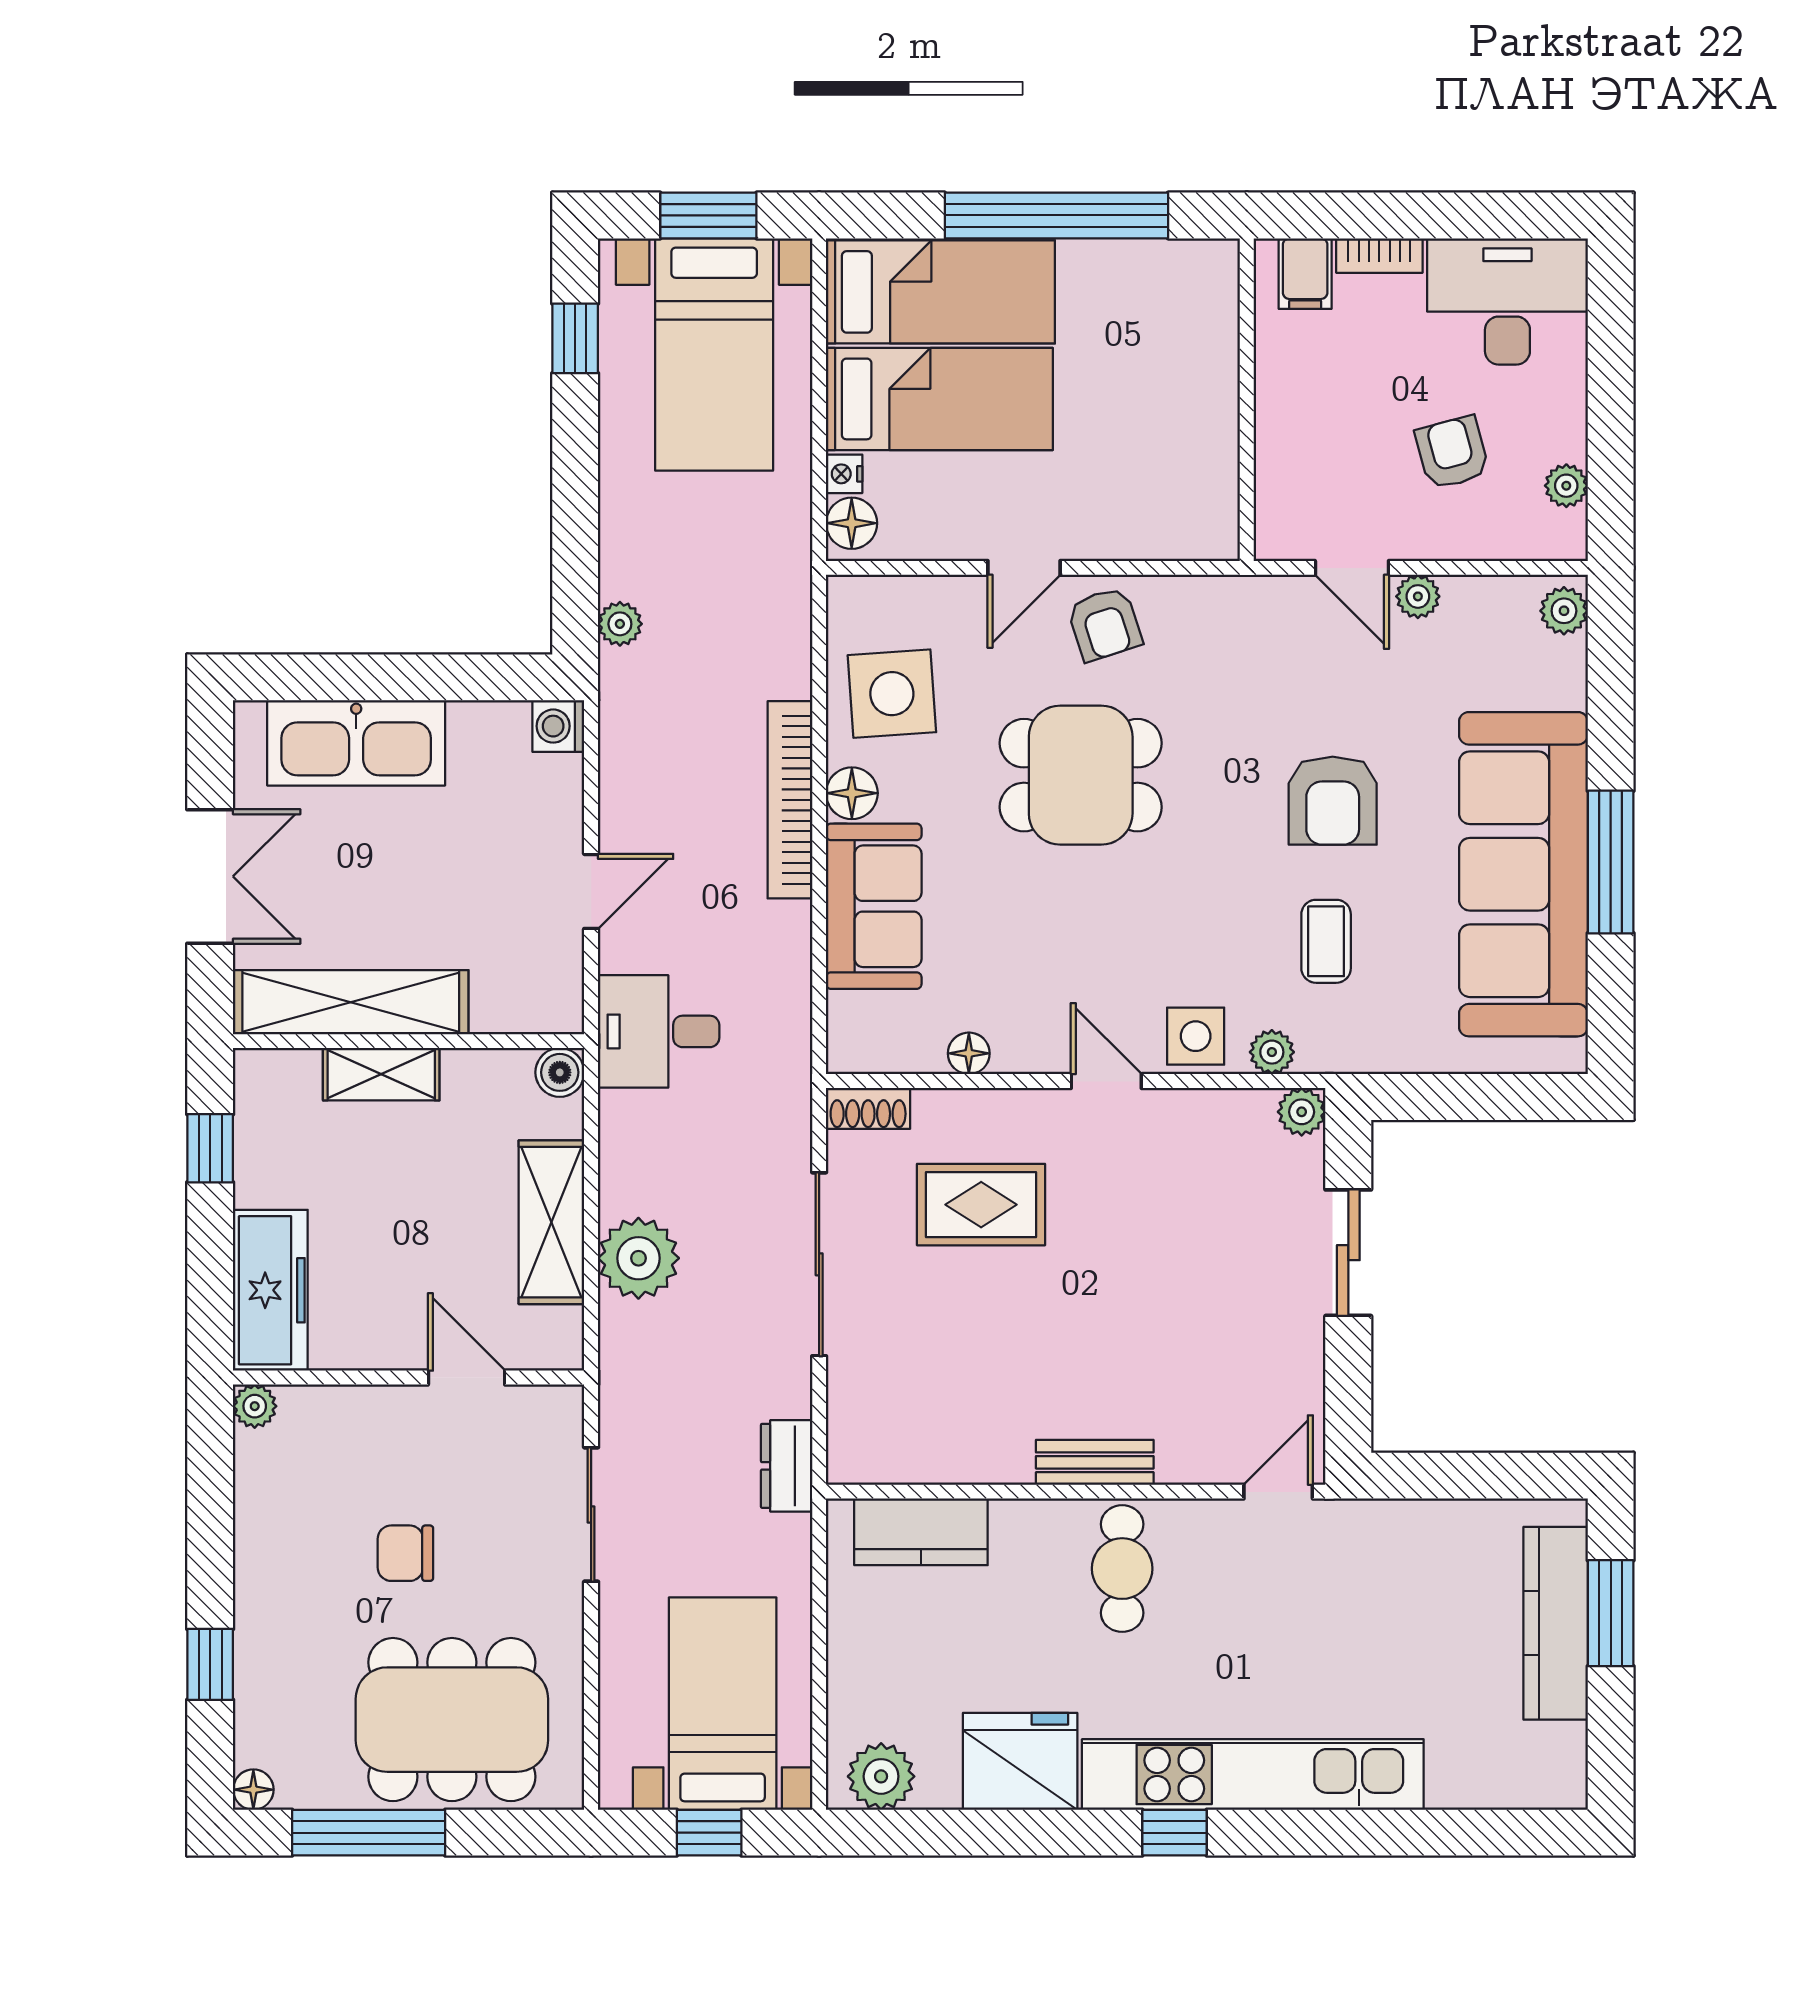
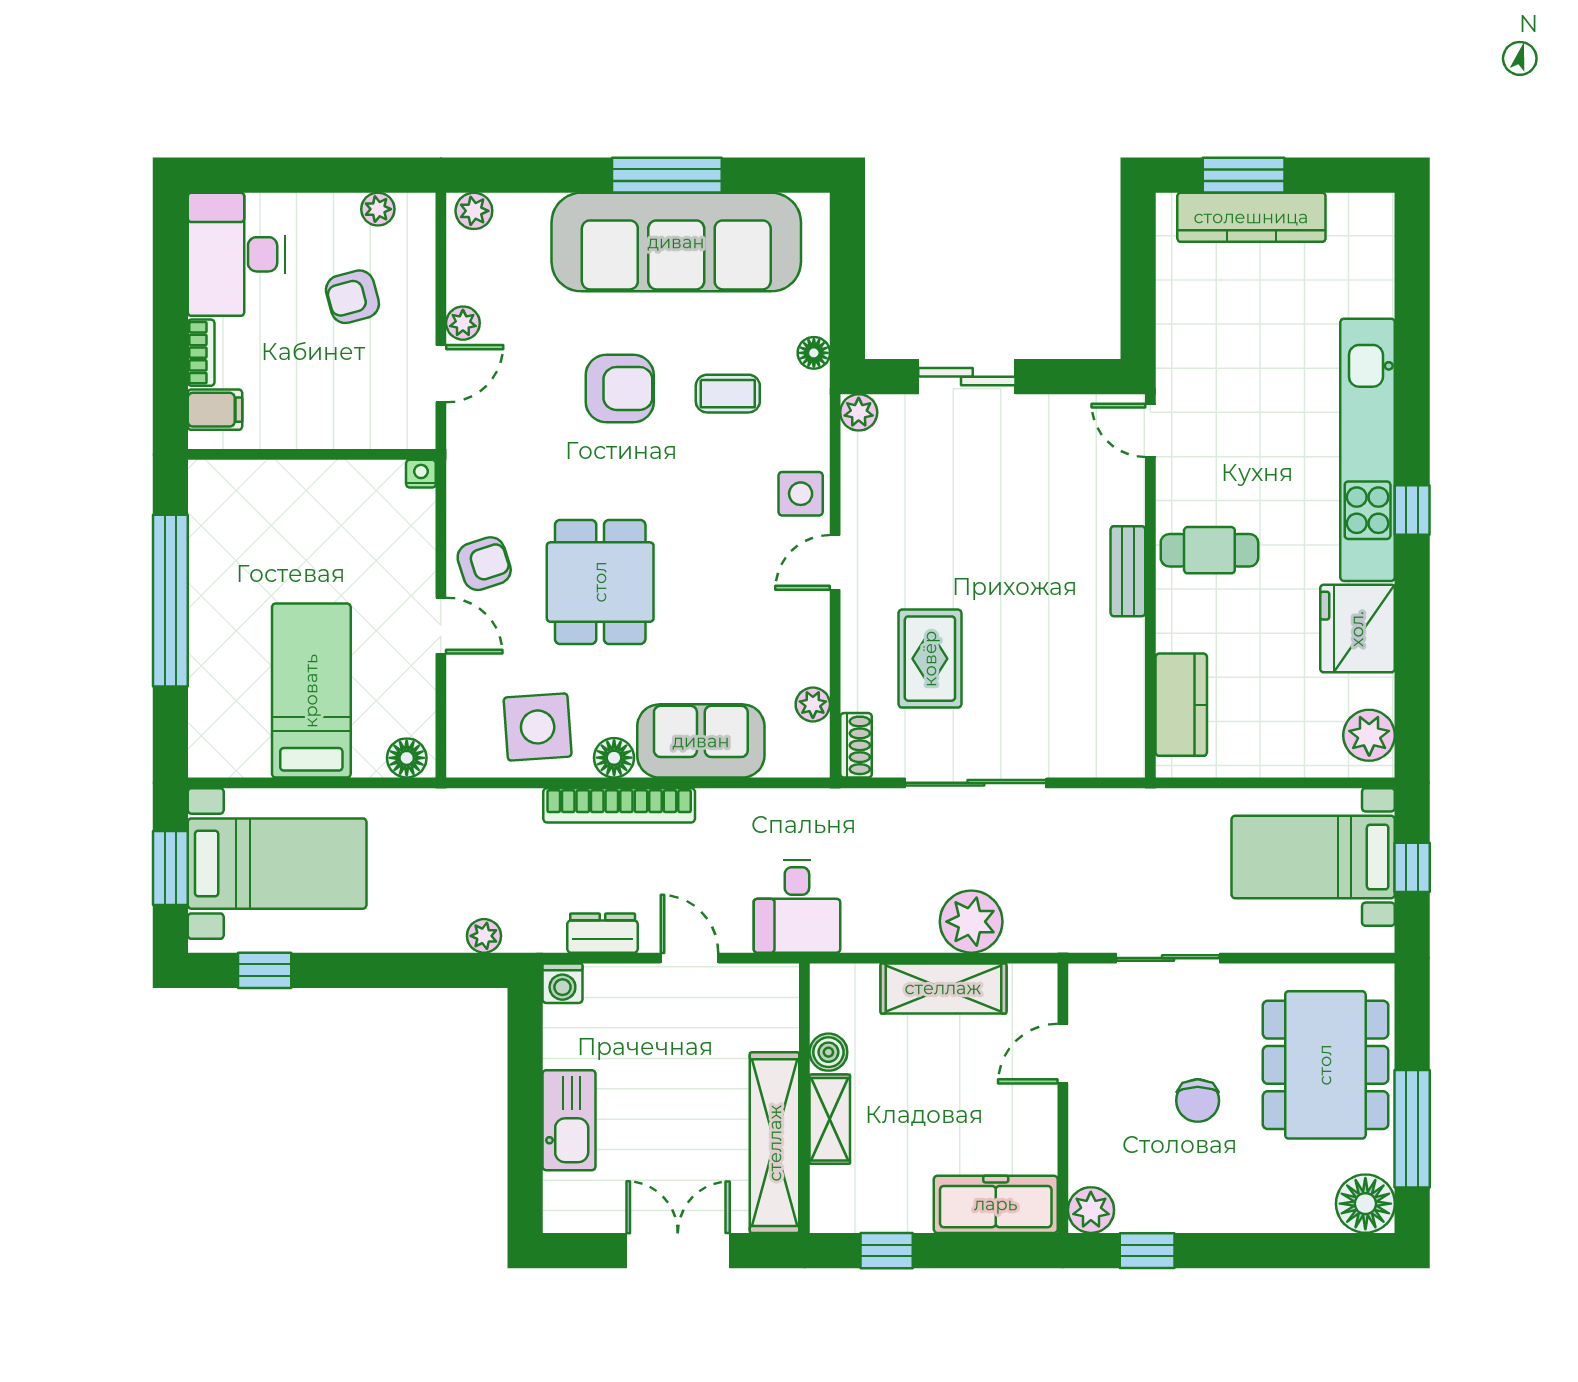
bed: (940, 292) -> (229, 690), removed
nightstand: (844, 474) -> (421, 474), moved, turned 180
kitchen sink: (356, 743) -> (569, 1120), width x0.73, depth x0.81
plant: (1272, 1052) -> (813, 704), moved
floor lamp: (969, 1053) -> (814, 353), moved
boiler: (560, 1072) -> (828, 1052), moved
plant: (255, 1406) -> (1091, 1210), width x1.38, depth x1.38
dresser: (787, 1466) -> (603, 933), moved, turned 180
window: (210, 1664) -> (1147, 1251), moved
floor lamp: (253, 1790) -> (1365, 1204), width x1.89, depth x1.89

